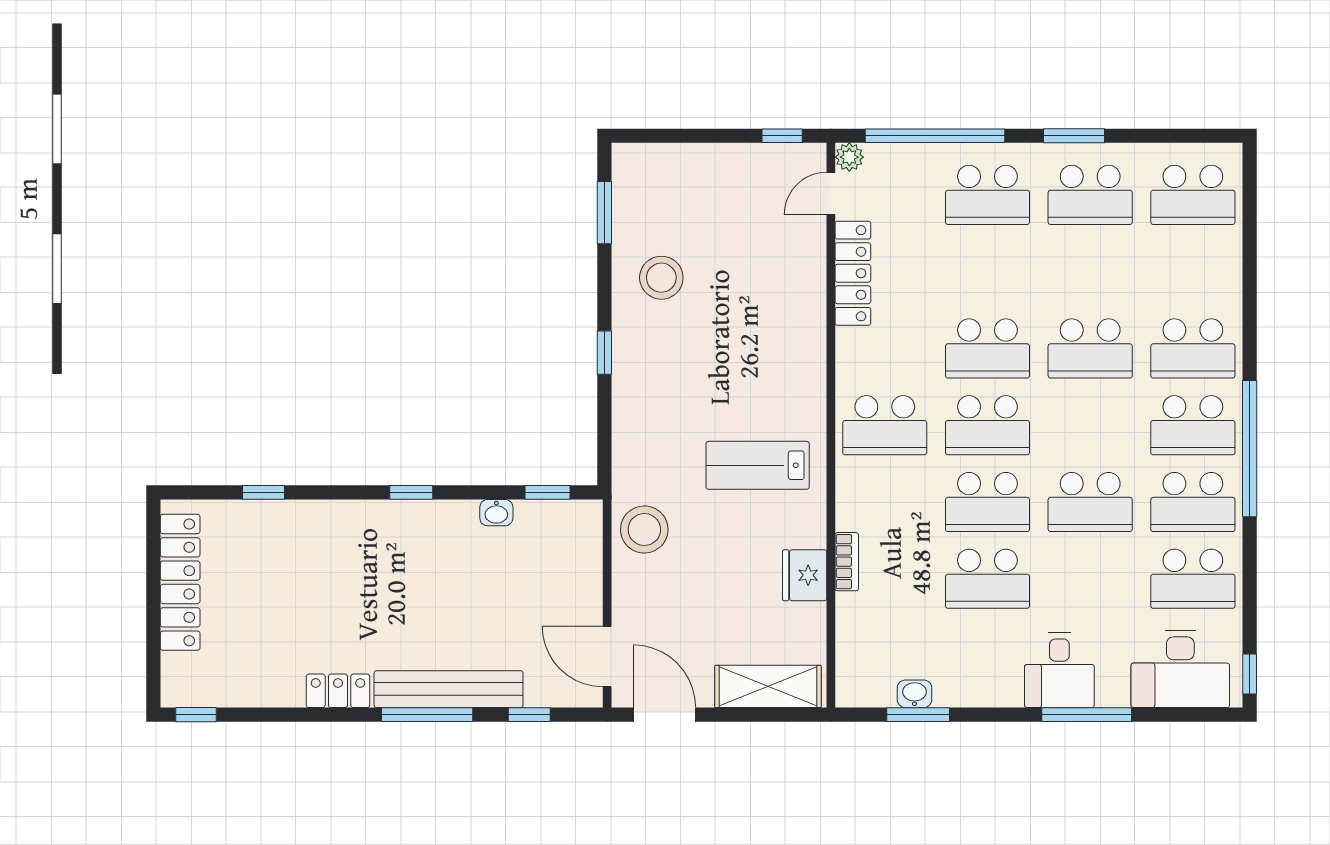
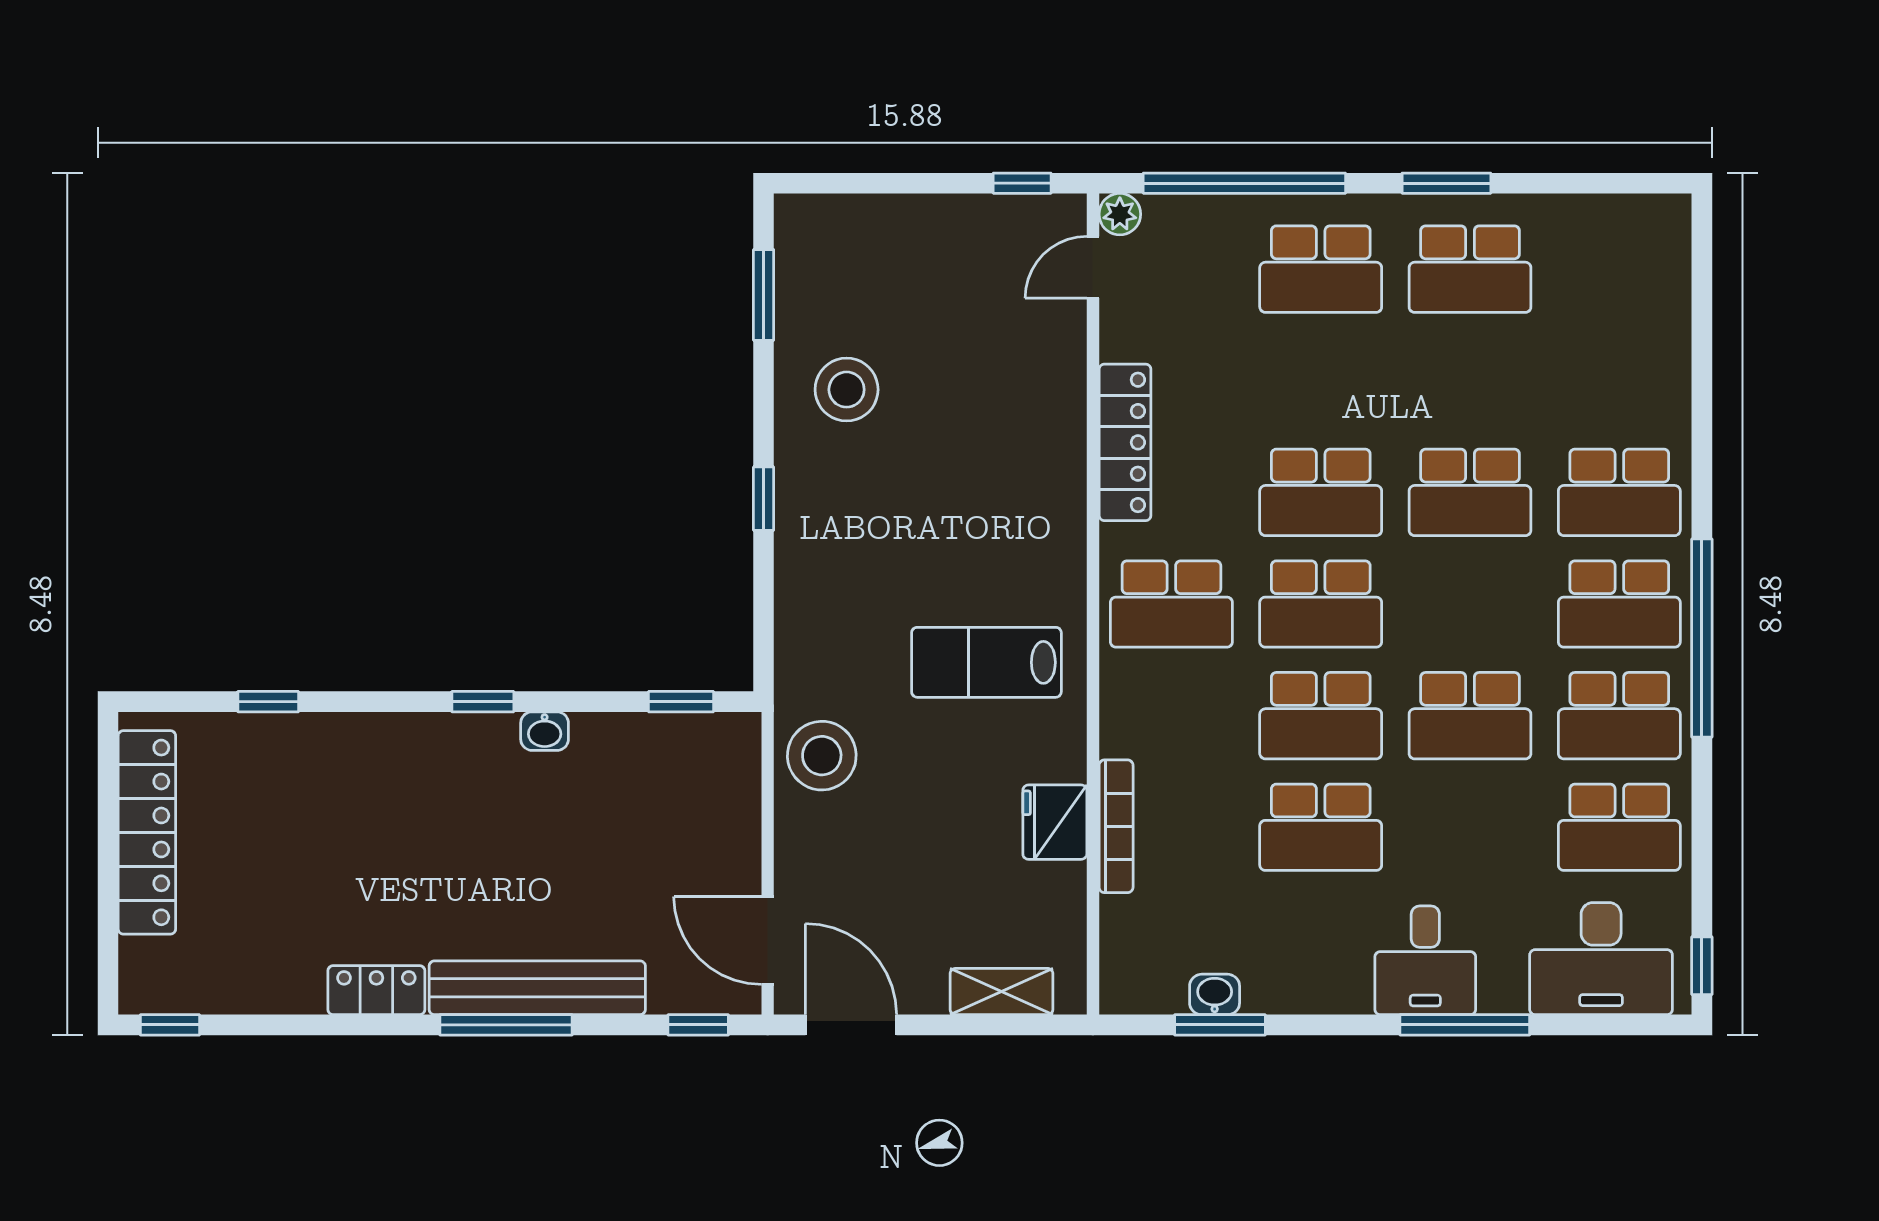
school desk: (1193, 195) -> (1619, 269), removed
locker: (853, 273) -> (1125, 442), moved
washbasin: (496, 513) -> (545, 731), moved
bookcase: (847, 562) -> (1116, 826), width x1.56
shelving: (768, 686) -> (1002, 992), width x0.67, depth x0.75
window: (529, 715) -> (698, 1025), moved

